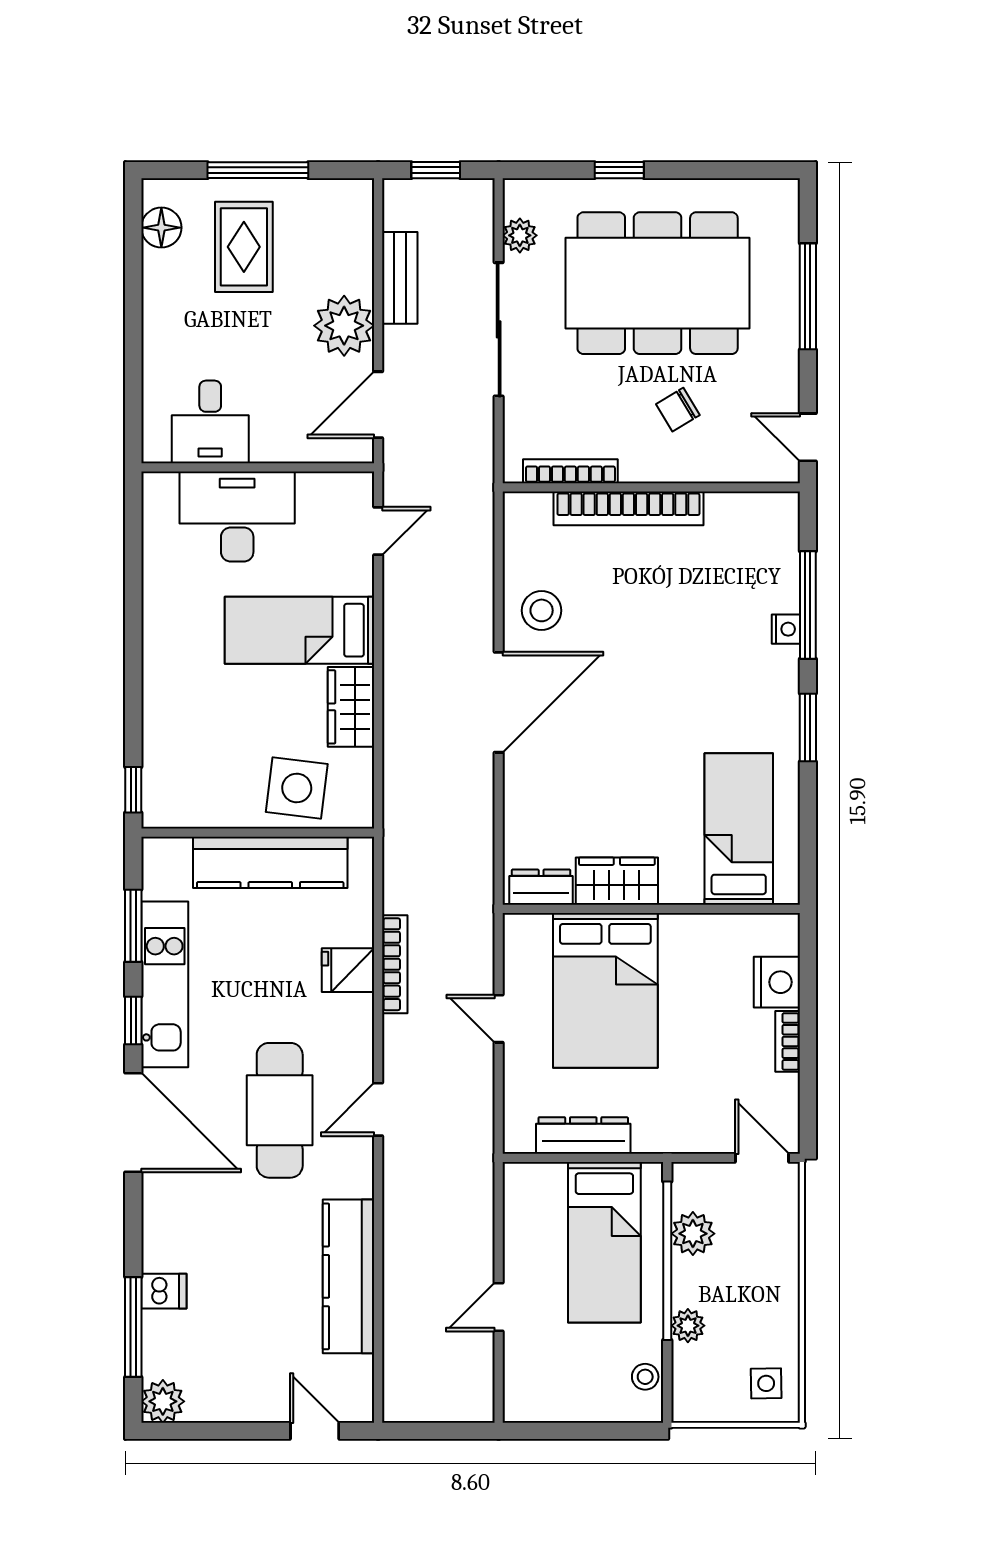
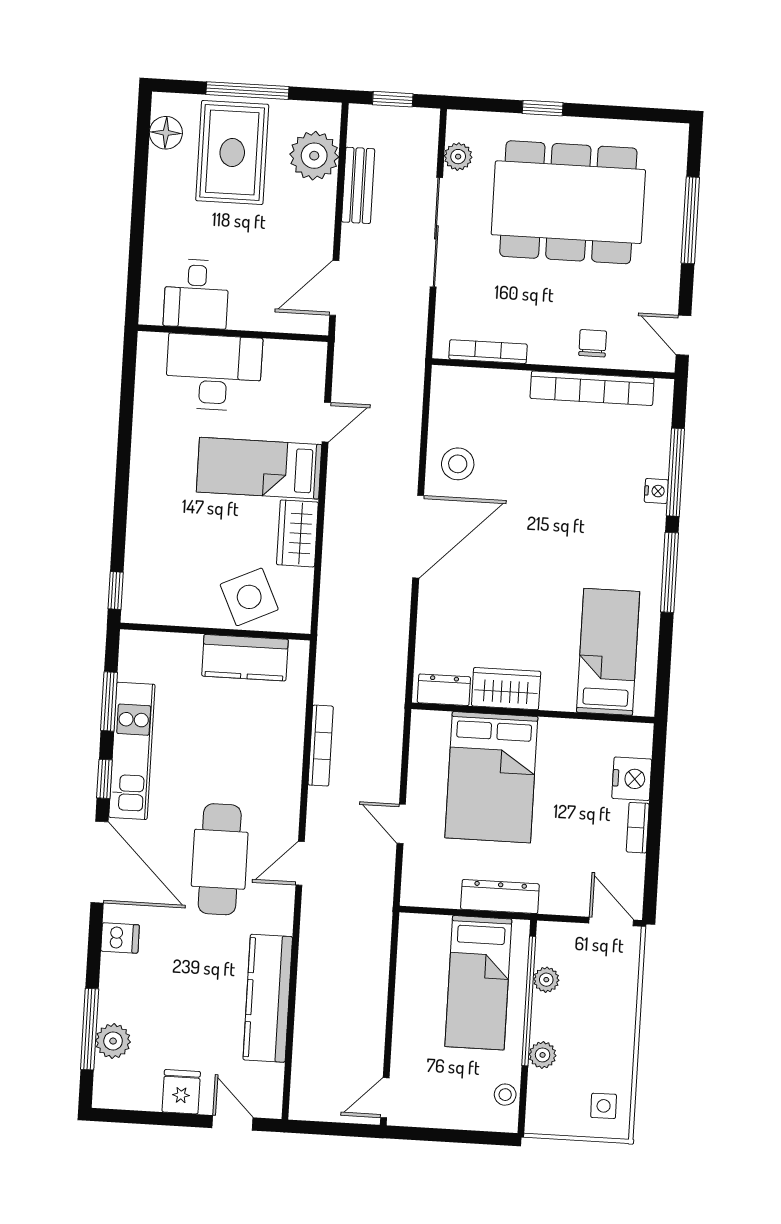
rug: (244, 247) -> (232, 153), width x1.36, depth x1.43
plant: (344, 326) -> (314, 156), moved
chair: (678, 410) -> (593, 343), moved, turned 121
bookcase: (628, 508) -> (592, 388), moved
door: (378, 531) -> (326, 422), moved
window: (808, 728) -> (669, 572), width x1.44
side table: (297, 788) -> (249, 597), turned -32
kitchen counter: (270, 862) -> (245, 658), width x0.67
fridge: (348, 970) -> (181, 1092), moved, turned 90
door: (499, 1019) -> (401, 824), moved
dresser: (583, 1135) -> (500, 897), moved
plant: (693, 1234) -> (546, 980), width x0.73, depth x0.73
dishwasher: (164, 1291) -> (120, 938), moved
door: (499, 1307) -> (385, 1098), moved
plant: (163, 1401) -> (113, 1041), moved

